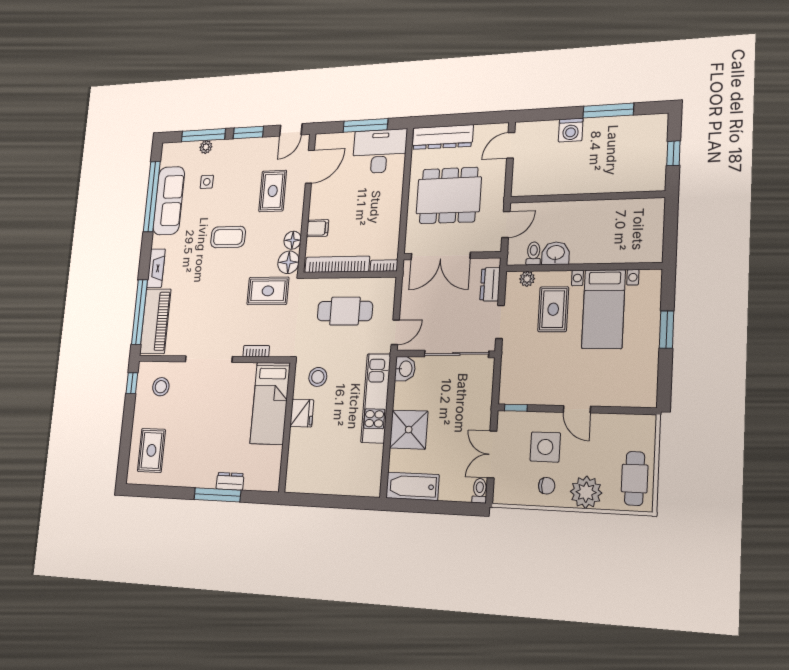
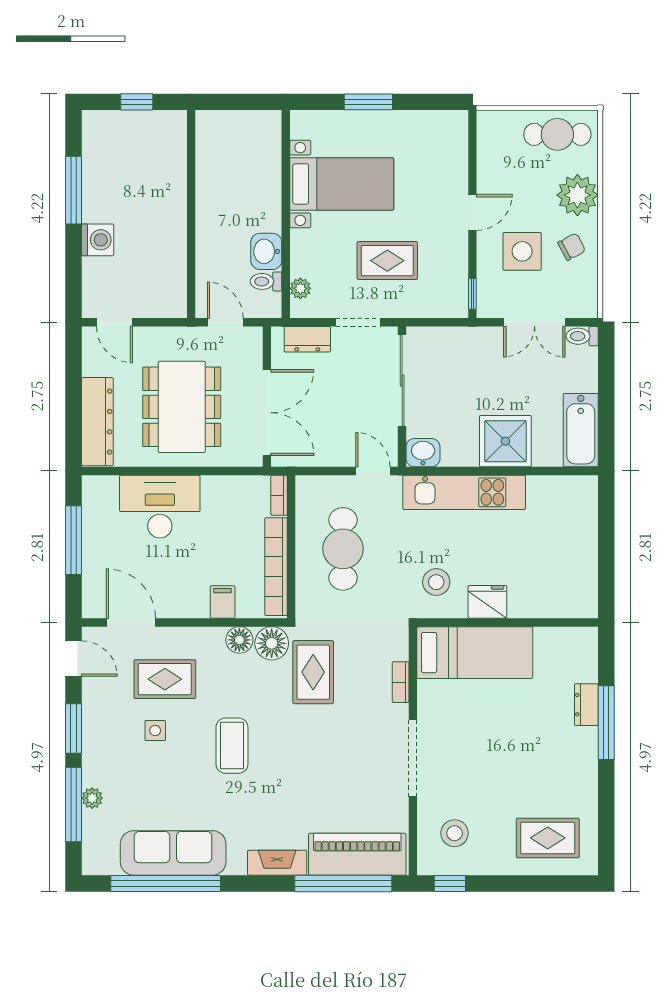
desk: (380, 151) -> (160, 507), moved, turned 90
side table: (207, 182) -> (155, 731), moved
rug: (553, 309) -> (387, 261), moved
chair: (547, 486) -> (572, 247), turned 62

